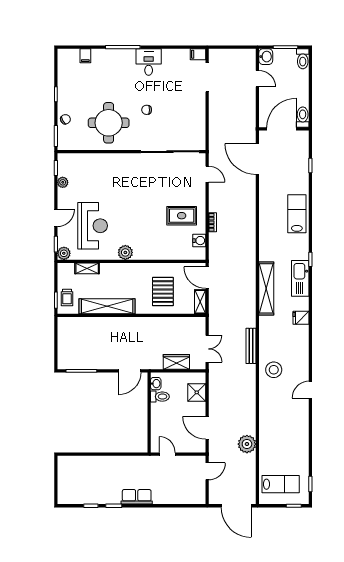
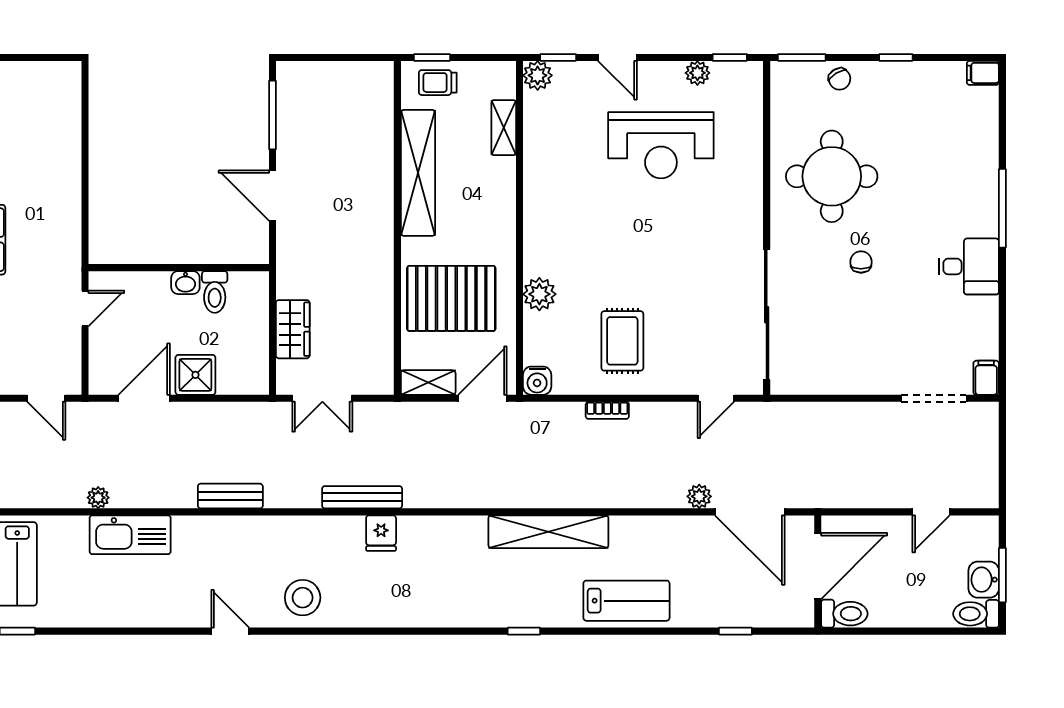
filing cabinet: (85, 56) -> (983, 73), moved
washbasin: (266, 57) -> (984, 580), moved, turned 90
door: (282, 129) -> (818, 566), hinge flipped
door: (257, 159) -> (750, 512), swing flipped
plant: (251, 182) -> (699, 496), added
reception desk: (93, 226) -> (661, 145), moved
water cooler: (199, 241) -> (537, 381), moved
plant: (125, 252) -> (539, 294), moved
kitchen sink: (300, 278) -> (130, 535), moved, turned 180
shelving: (266, 288) -> (548, 532), moved
pallet: (163, 292) -> (451, 298), width x1.37, depth x1.41
fridge: (301, 318) -> (381, 533), moved, turned 180
bench: (251, 346) -> (362, 497), moved
stool: (274, 370) -> (303, 598), moved
door: (130, 371) -> (272, 196), moved
washbasin: (156, 384) -> (185, 283), moved
bench: (250, 390) -> (230, 496), added
shower: (197, 392) -> (195, 375), moved
plant: (247, 444) -> (98, 498), width x0.53, depth x0.53

